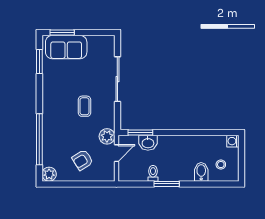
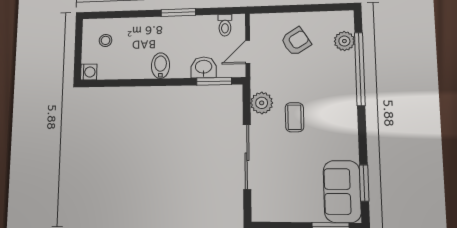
sofa: (66, 47) -> (342, 191), moved, turned -90
plant: (107, 136) -> (262, 103), moved
bidet: (201, 172) -> (160, 66), moved, turned 180
toilet: (153, 173) -> (225, 25), moved
plant: (49, 174) -> (344, 41), moved

